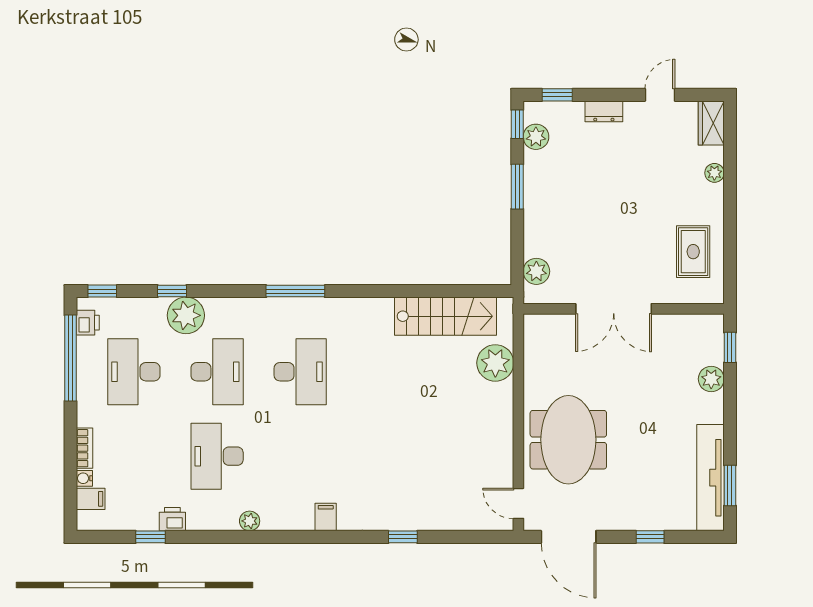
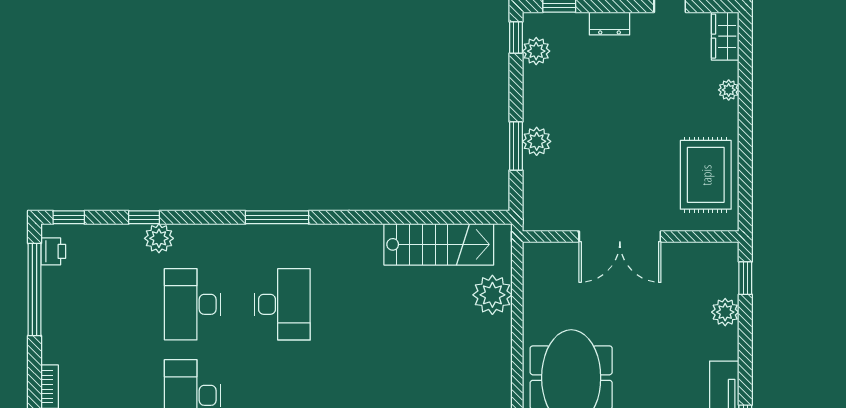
window: (517, 187) -> (516, 146), moved
rug: (693, 252) -> (706, 175), width x1.36, depth x1.43
plant: (536, 271) -> (537, 141), moved
plant: (186, 315) -> (159, 238), width x0.73, depth x0.73
desk: (134, 372) -> (103, 304), removed
desk: (217, 372) -> (192, 304), turned 180

